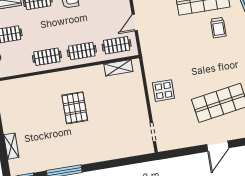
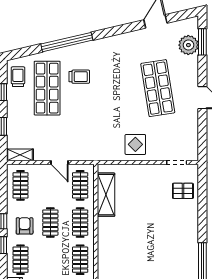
clothes rail: (77, 23) -> (50, 223), added
shelving: (118, 68) -> (106, 195), width x1.50, depth x1.33
pallet: (75, 108) -> (183, 191), moved, width x0.67, depth x0.71

